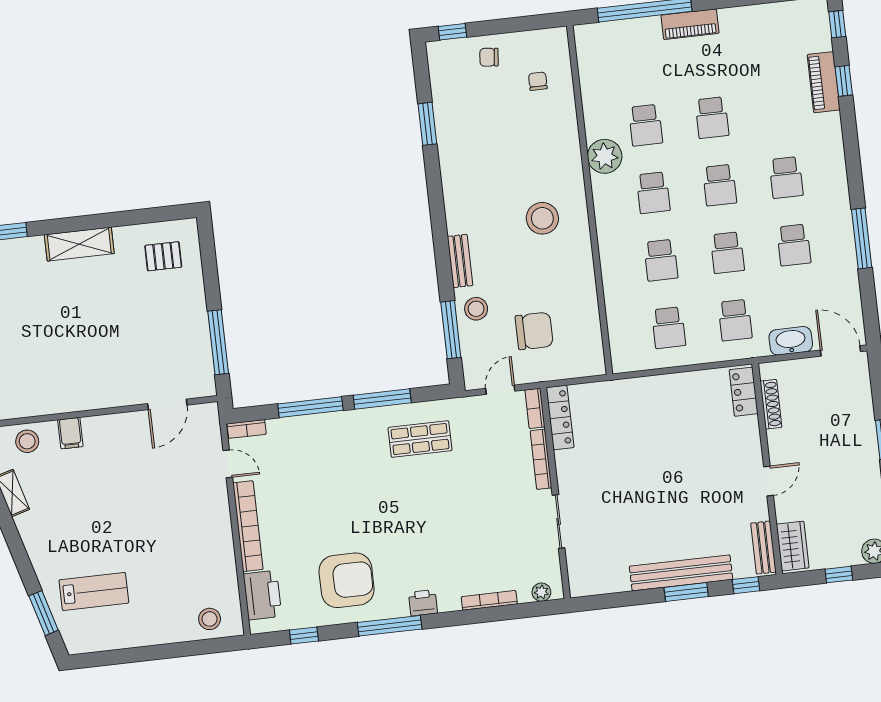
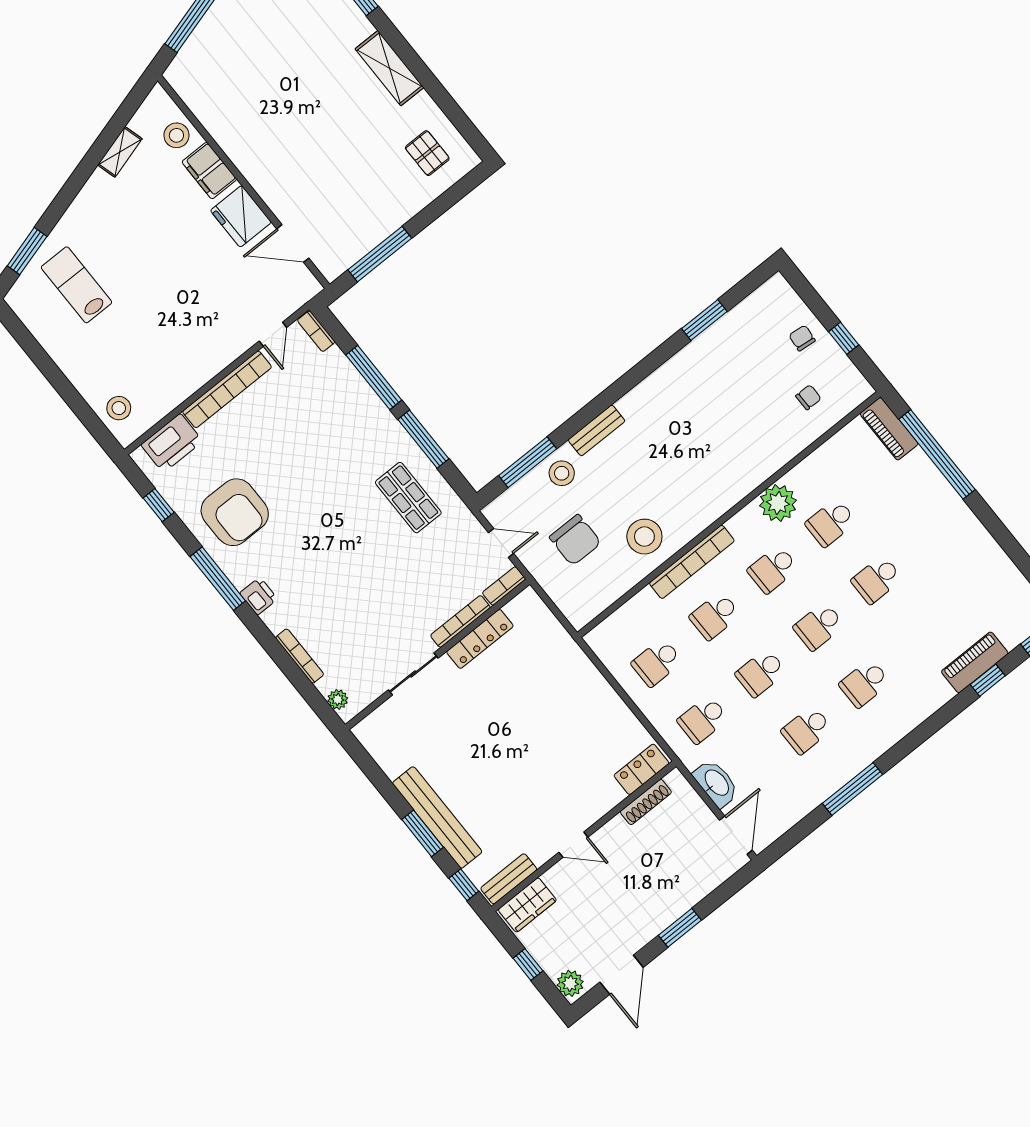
piano: (690, 24) -> (889, 429), moved
window: (452, 32) -> (844, 338), moved
stool: (542, 218) -> (644, 537), moved
bookcase: (608, 252) -> (692, 562), added
locker: (560, 417) -> (480, 639), moved
fridge: (121, 431) -> (241, 216), added
filing cabinet: (70, 433) -> (209, 171), width x2.00
lab bench: (94, 591) -> (76, 285), turned 180

